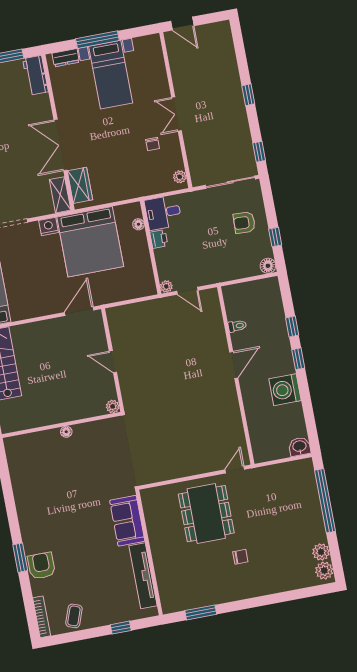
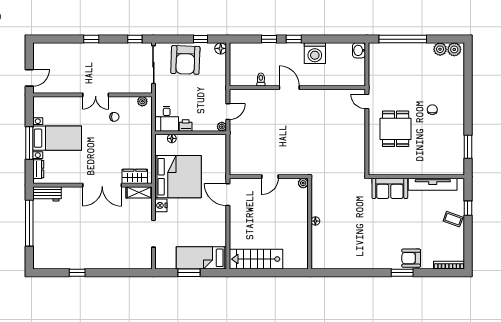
armchair: (244, 223) -> (185, 60), width x1.88, depth x1.88
dining table: (206, 514) -> (396, 129), width x0.73
coffee table: (74, 616) -> (453, 219), moved

